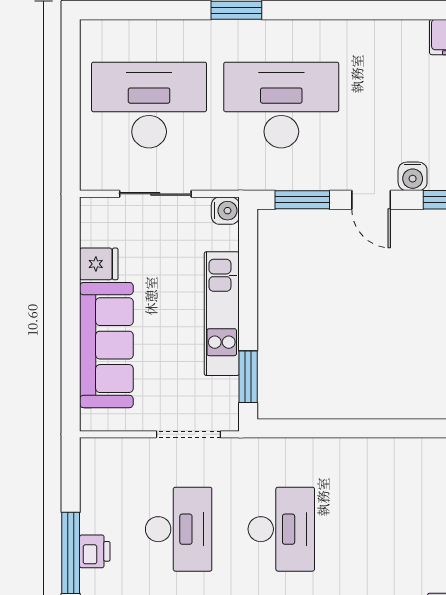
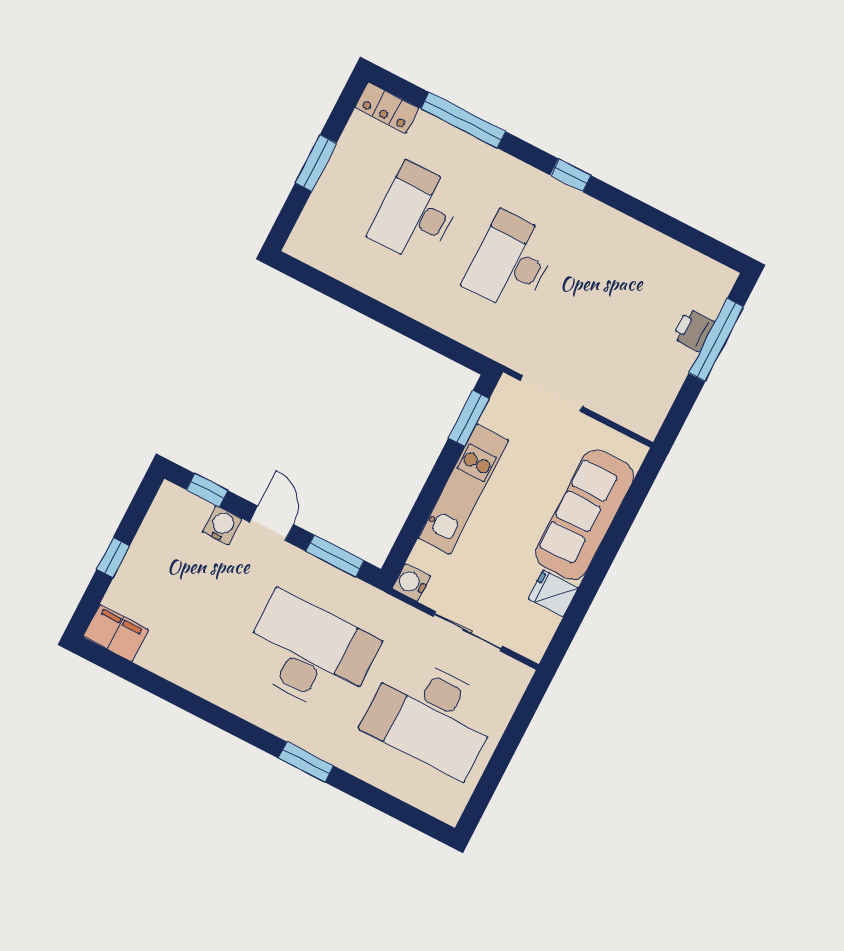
desk: (281, 105) -> (309, 653), turned 180
desk: (179, 529) -> (416, 213), moved

